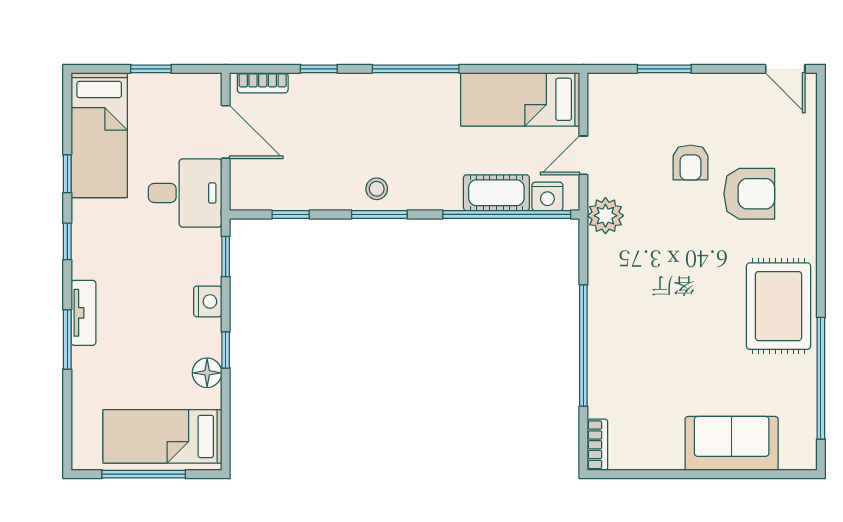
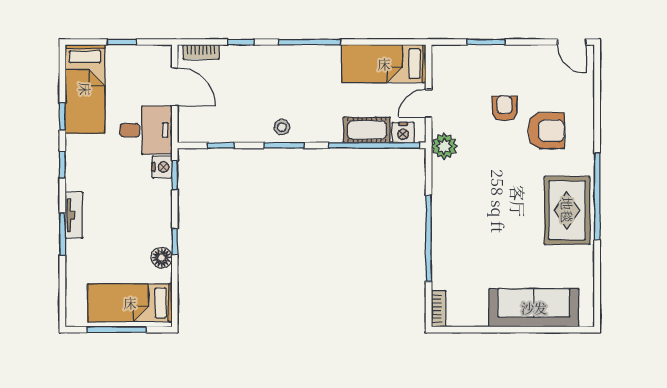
armchair: (690, 163) -> (505, 108), turned 180
nightstand: (208, 301) -> (162, 167), moved
window: (821, 378) -> (597, 196), moved
sofa: (732, 443) -> (534, 308), width x1.36

